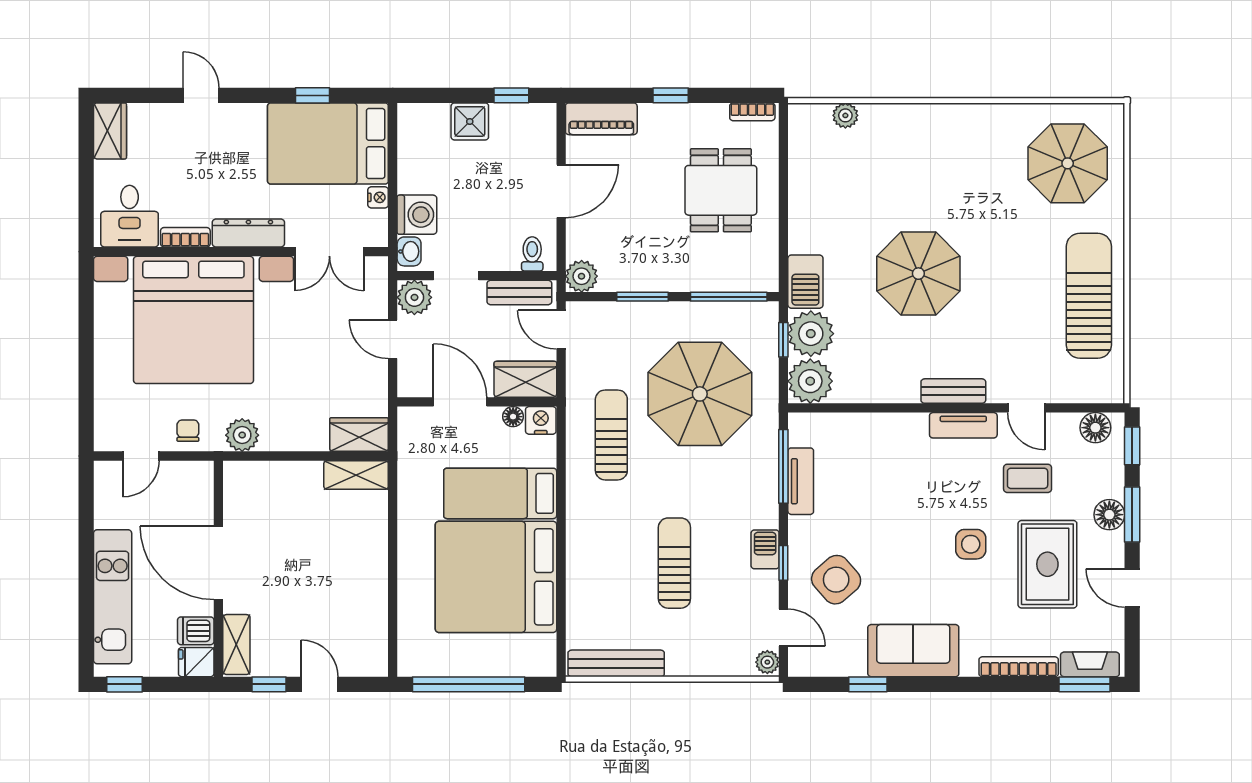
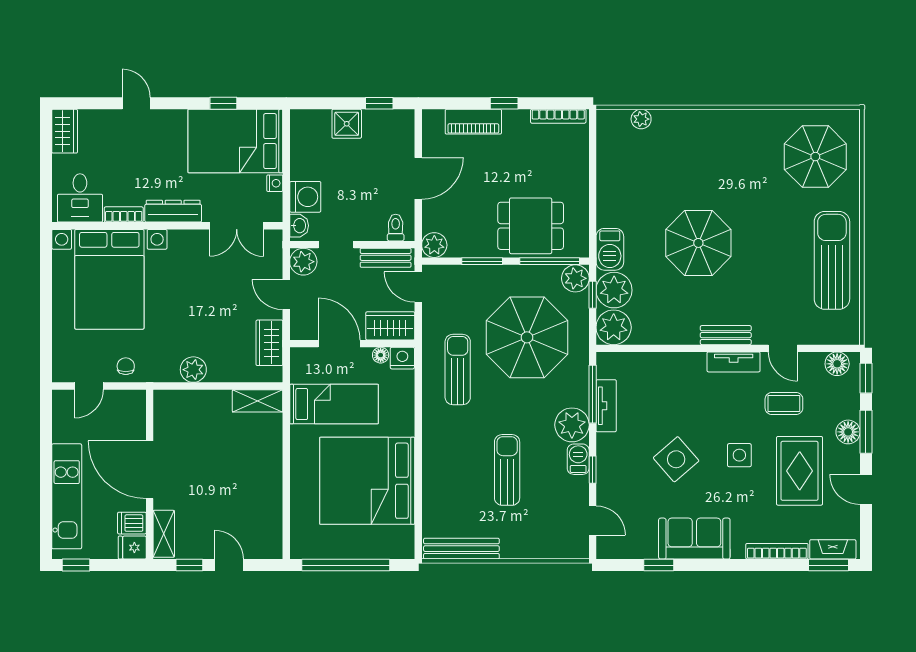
bookcase: (752, 112) -> (558, 116), width x1.56
piano: (601, 119) -> (473, 122), moved
dining table: (721, 190) -> (531, 226), moved, turned 90
plant: (761, 319) -> (575, 278), added
bed with nightstands: (193, 320) -> (109, 279), width x0.73
plant: (242, 435) -> (193, 370), moved
wardrobe: (359, 435) -> (269, 343), moved, turned -90
bed: (500, 493) -> (334, 404), moved, turned 180
side table: (836, 580) -> (676, 459), moved
plant: (767, 662) -> (572, 425), moved, width x1.88, depth x1.88

